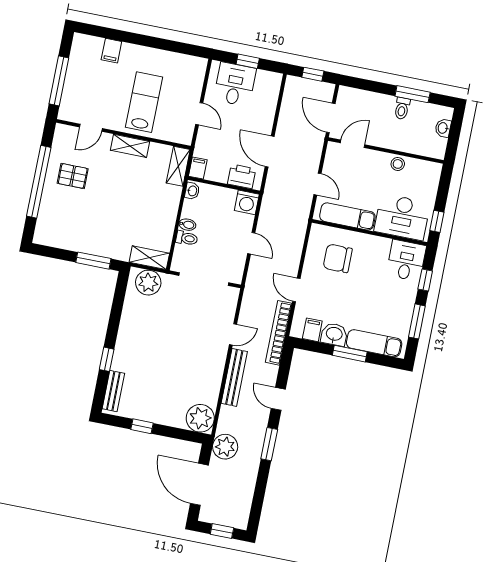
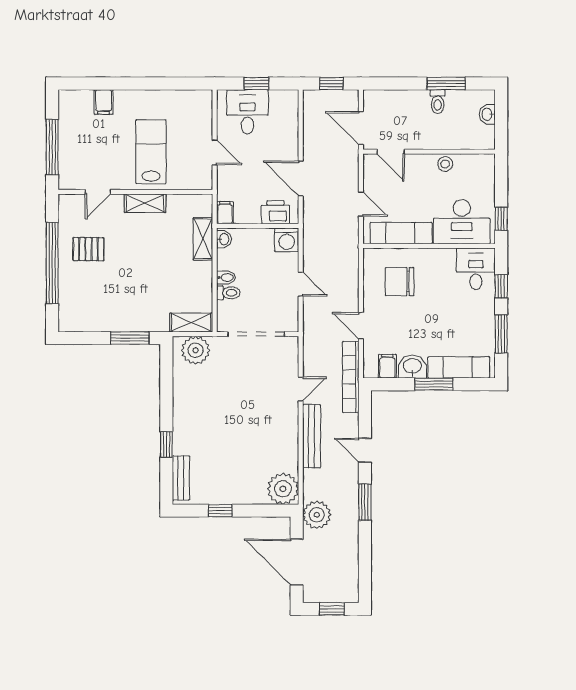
door: (353, 144) -> (391, 152), swing flipped
shelving: (178, 166) -> (203, 239), moved

